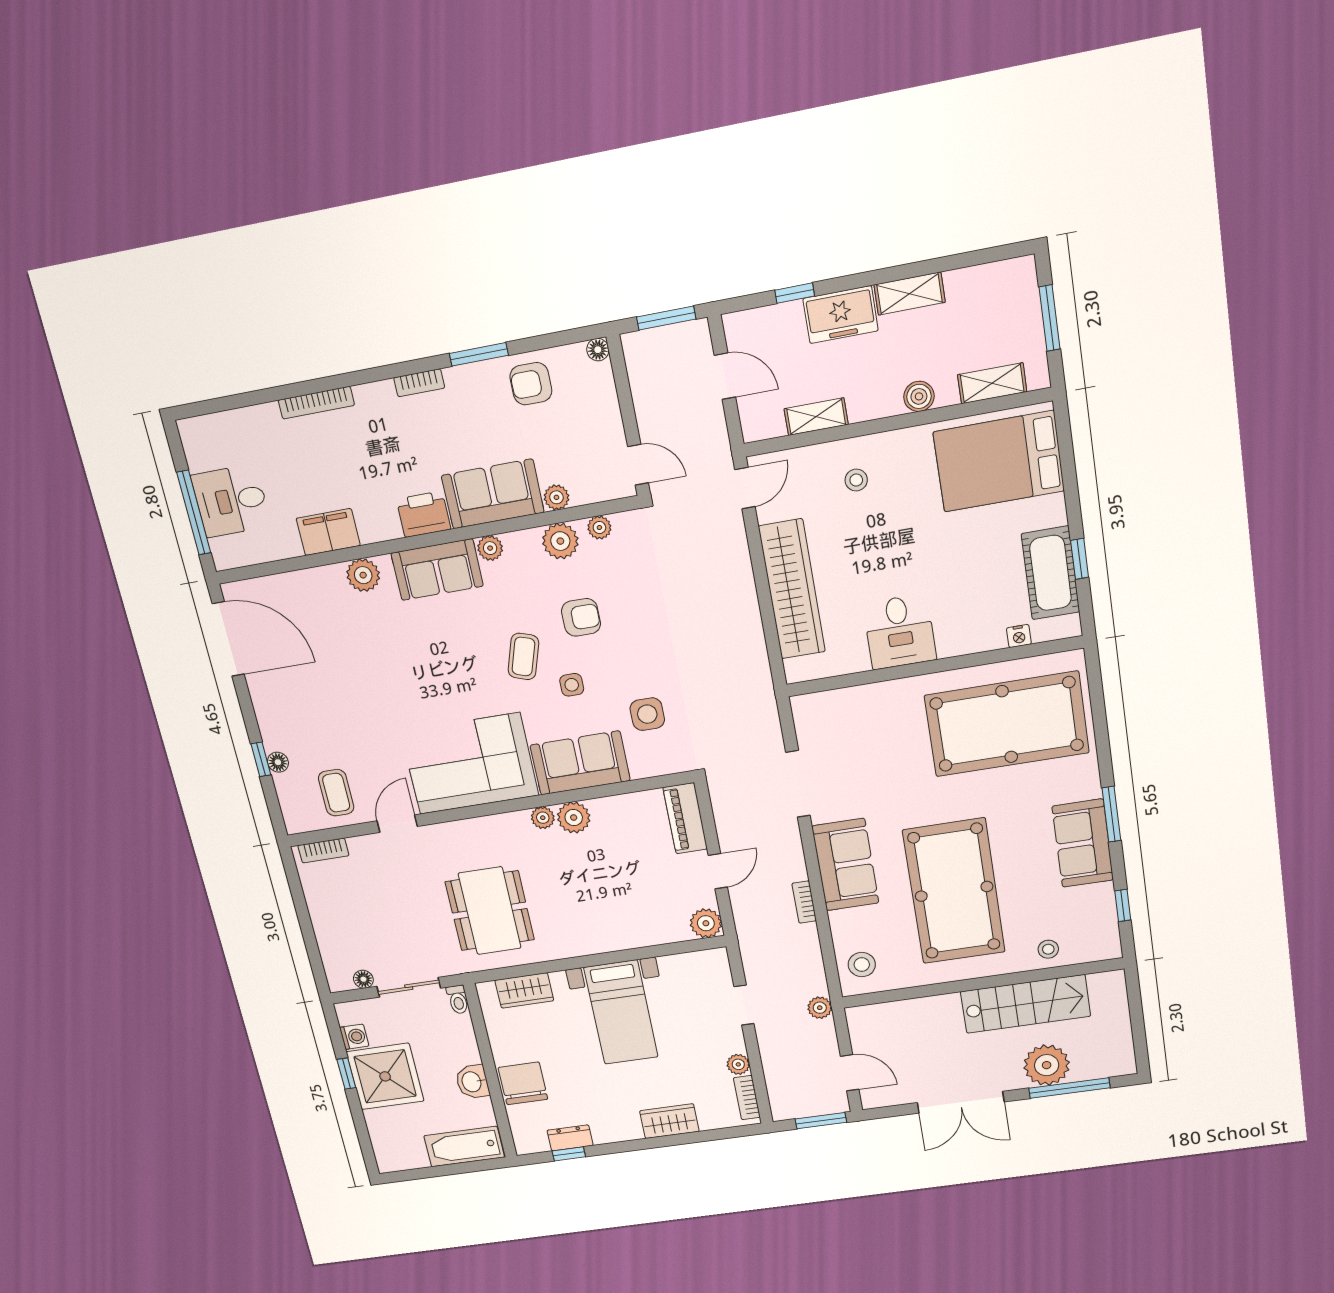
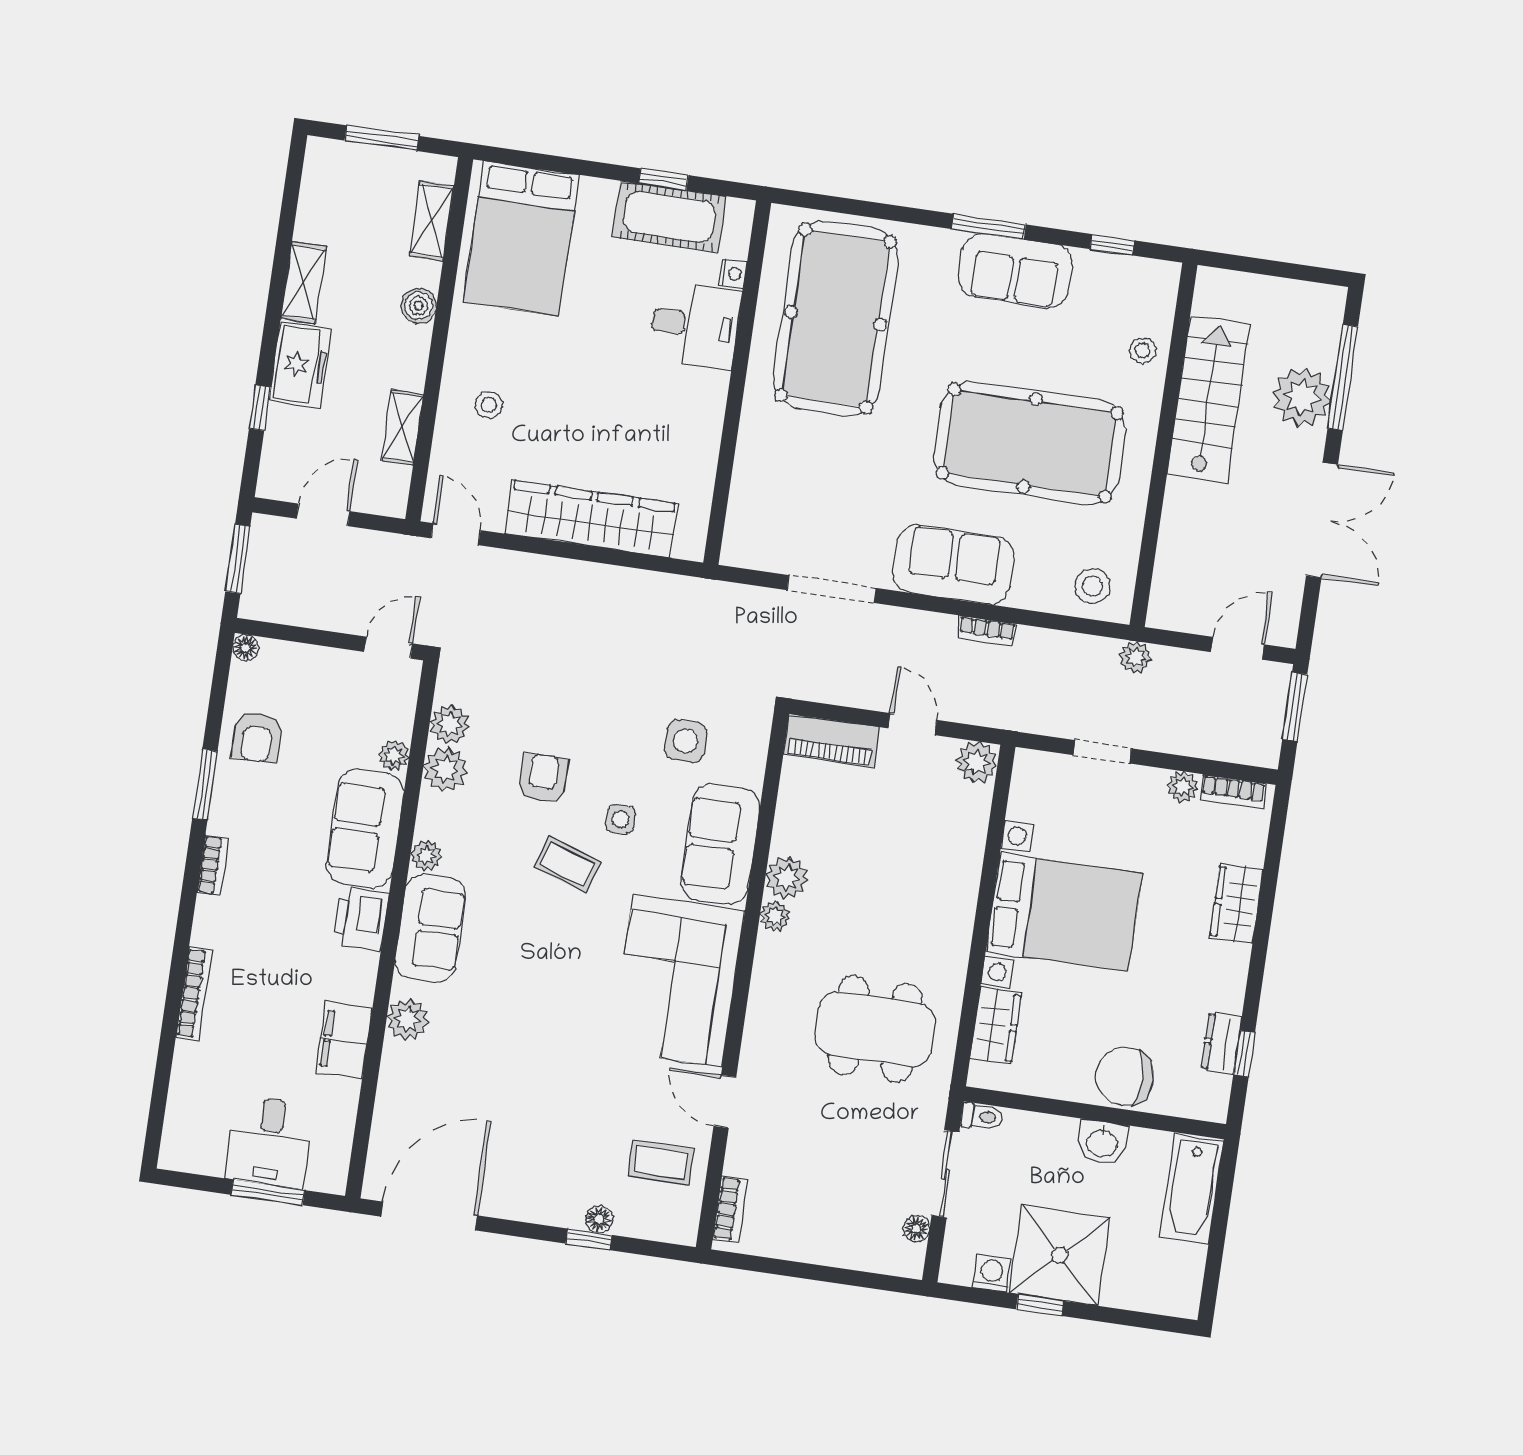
window: (194, 513) -> (268, 1192), width x0.69
plant: (599, 528) -> (450, 724), width x1.38, depth x1.38
desk: (900, 632) -> (695, 325), moved
bed with nightstands: (621, 1012) -> (1064, 912), width x1.36

